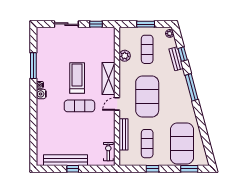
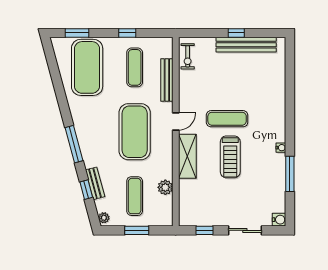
water cooler: (41, 94) -> (279, 220), moved

